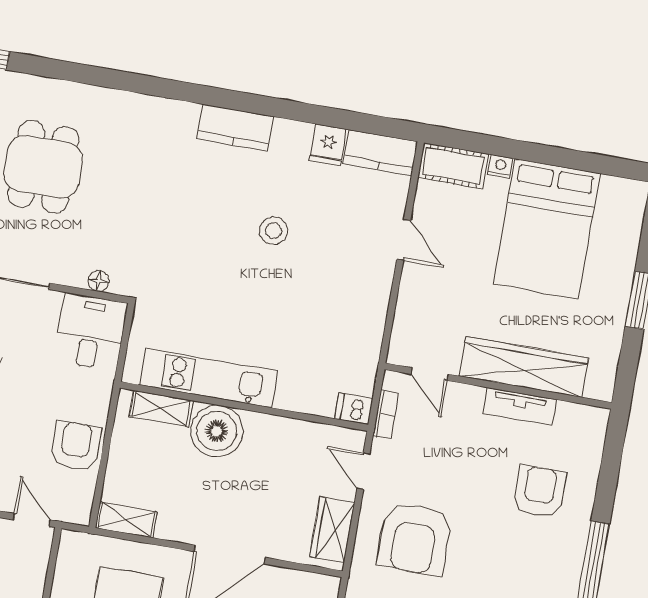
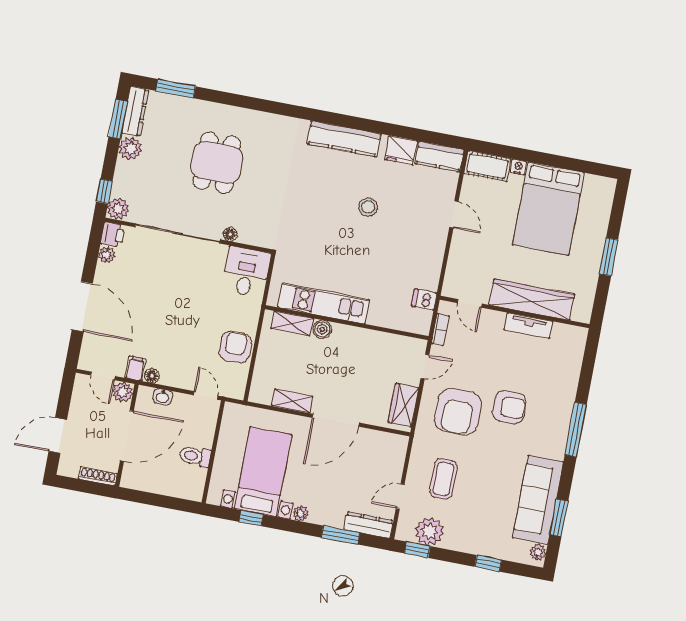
kitchen counter: (235, 128) -> (344, 139), width x1.50
fridge: (328, 145) -> (401, 150), width x1.38
floor lamp: (98, 281) -> (230, 234), moved
dishwasher: (354, 409) -> (424, 300), moved
boiler: (217, 431) -> (322, 329), width x0.54, depth x0.54
door: (363, 471) -> (425, 367), swing flipped
armchair: (539, 492) -> (509, 407), moved, turned 90
shelving: (126, 520) -> (292, 401), moved

